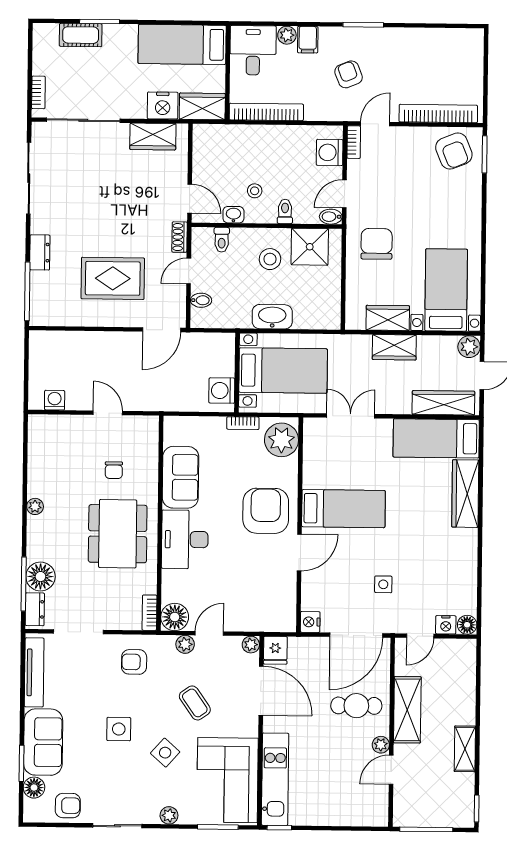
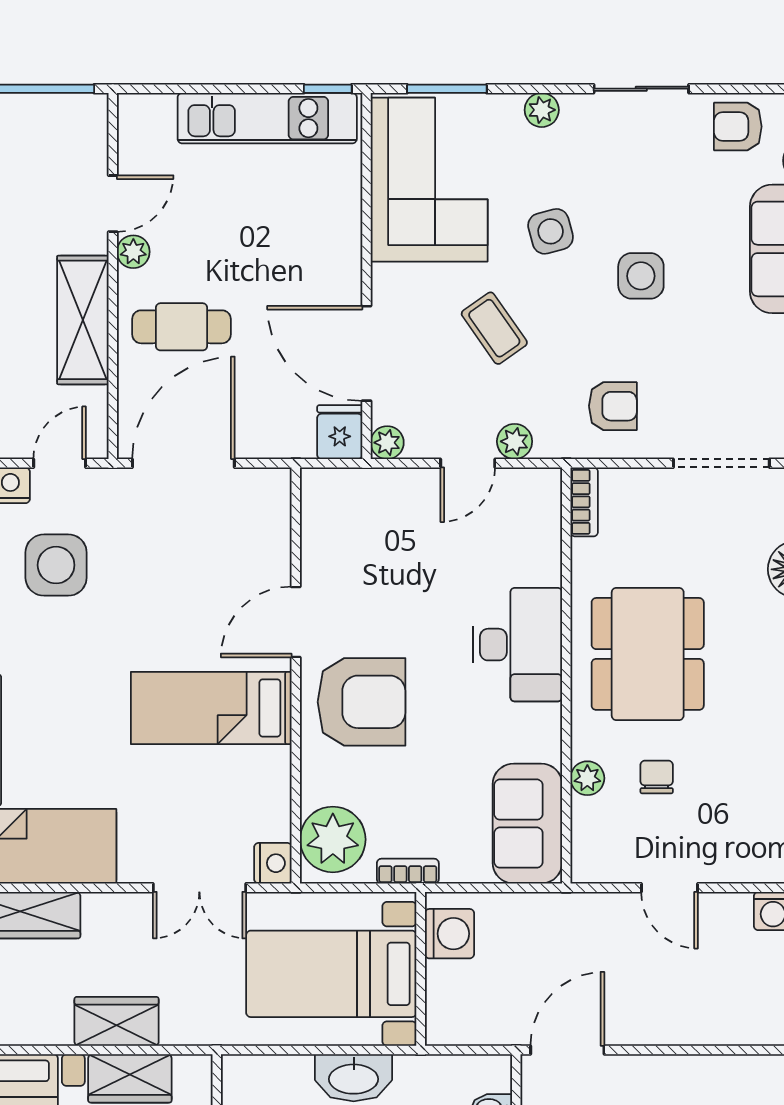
plant: (150, 470) -> (587, 778), added
sofa: (180, 477) -> (527, 824), moved
armchair: (266, 511) -> (362, 702), turned -90
side table: (383, 584) -> (56, 565), moved, width x1.87, depth x1.87
floor lamp: (175, 617) -> (535, 494), removed
nightstand: (310, 622) -> (273, 863), moved
side table: (165, 753) -> (551, 231), turned 33
kitchen unit: (275, 779) -> (267, 118), moved, turned -90

